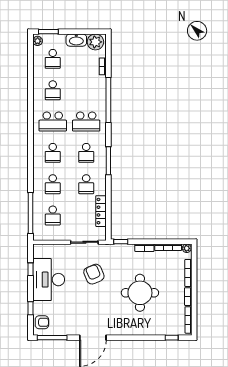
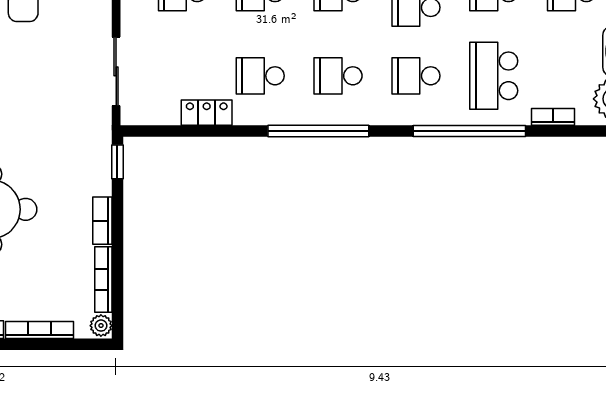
school desk: (86, 90) -> (494, 76), added
school desk: (86, 122) -> (416, 76), width x0.54
window: (108, 161) -> (318, 131), width x1.46
locker: (101, 211) -> (207, 113), width x0.66
armchair: (94, 274) -> (37, 95), removed

